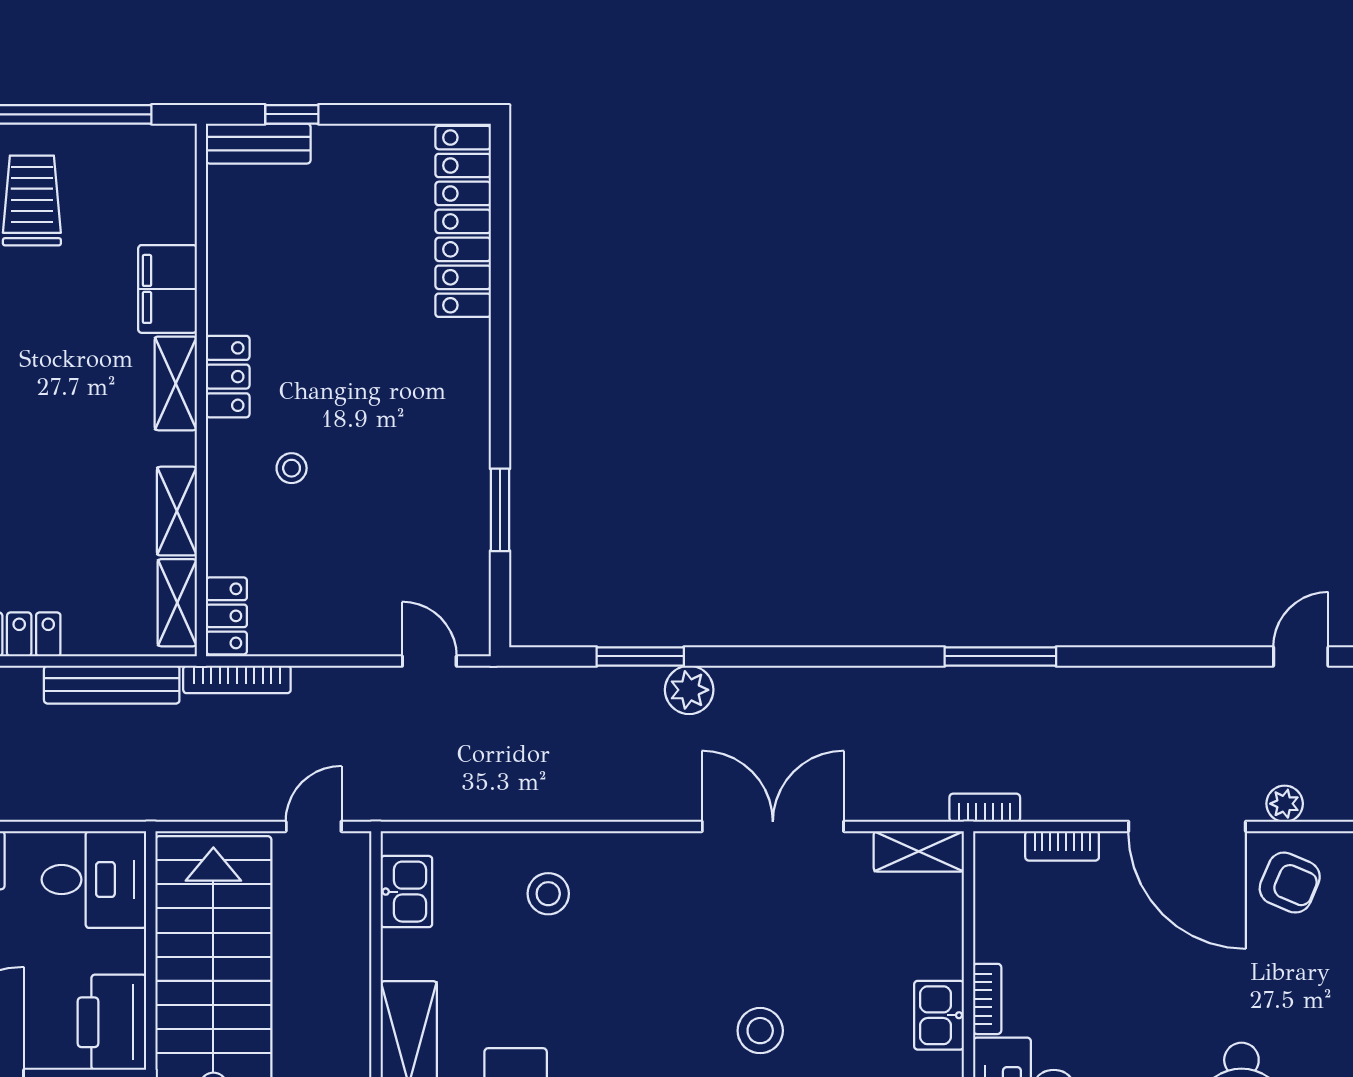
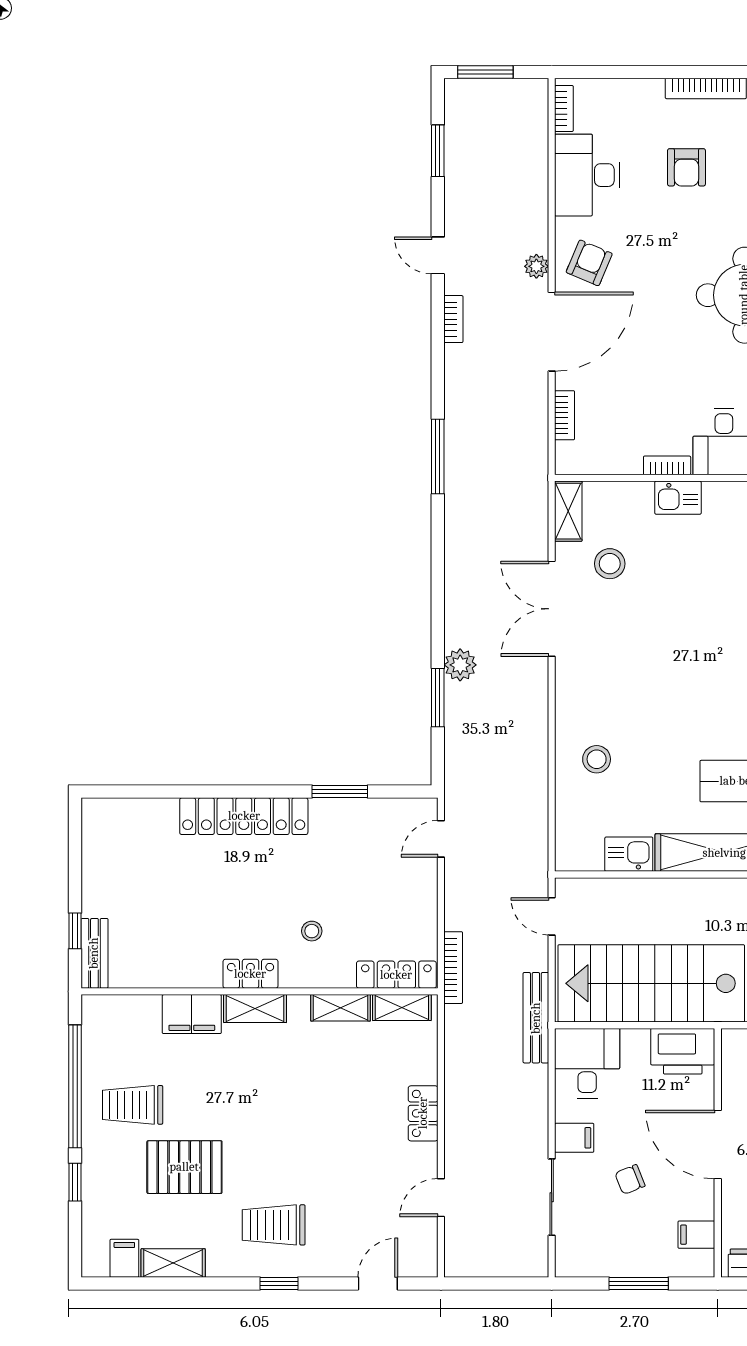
locker: (463, 221) -> (244, 816), moved
locker: (226, 616) -> (396, 975), width x1.53
bench: (112, 685) -> (536, 1018), moved
bookcase: (985, 808) -> (453, 319), moved, turned 180
kitchen sink: (406, 892) -> (629, 854), moved
stool: (760, 1031) -> (610, 564), moved

